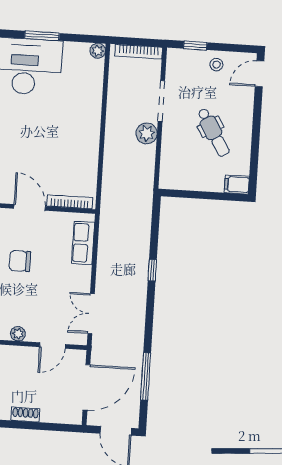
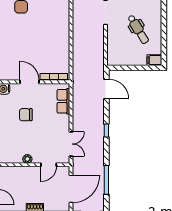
plant: (147, 133) -> (98, 33), removed
door: (155, 227) -> (106, 89), added
window: (152, 270) -> (106, 131), moved
double door: (91, 314) -> (71, 144), swing flipped

